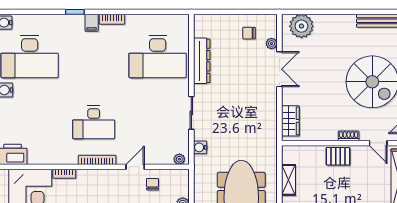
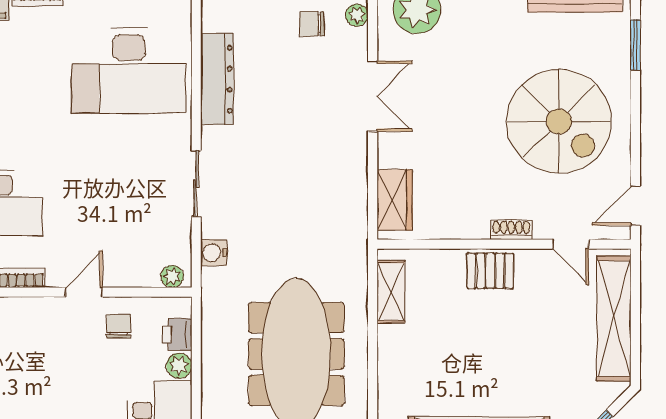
plant: (271, 44) -> (357, 15), moved
shelving: (288, 180) -> (391, 292), moved
printer: (182, 188) -> (177, 334), added

